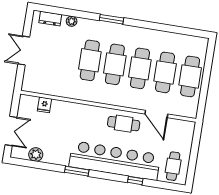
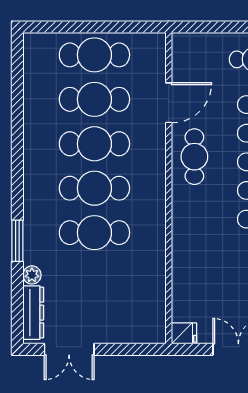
dresser: (50, 19) -> (33, 313), width x1.44
window: (111, 19) -> (17, 241), moved
double door: (24, 51) -> (69, 349), moved
fridge: (44, 105) -> (184, 333), moved

